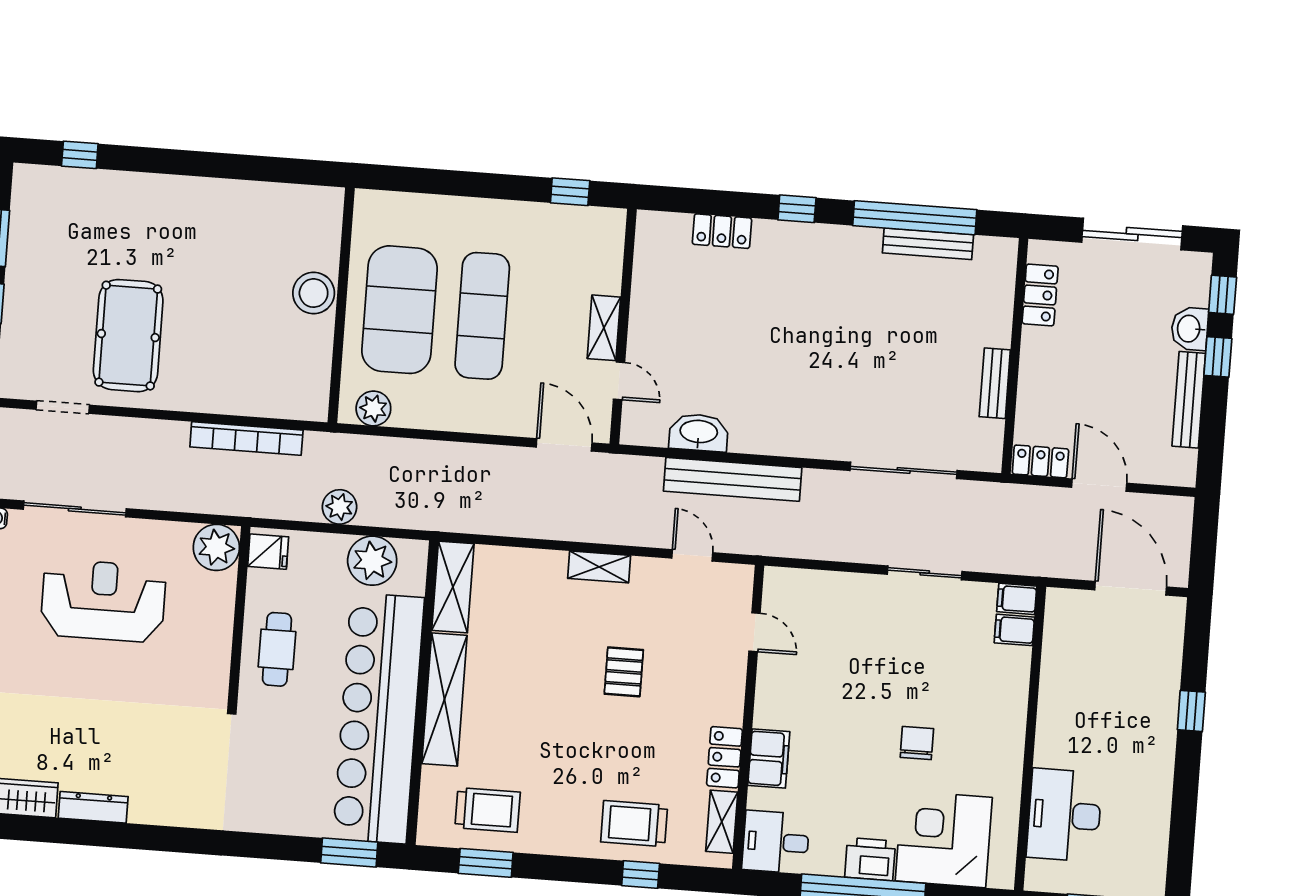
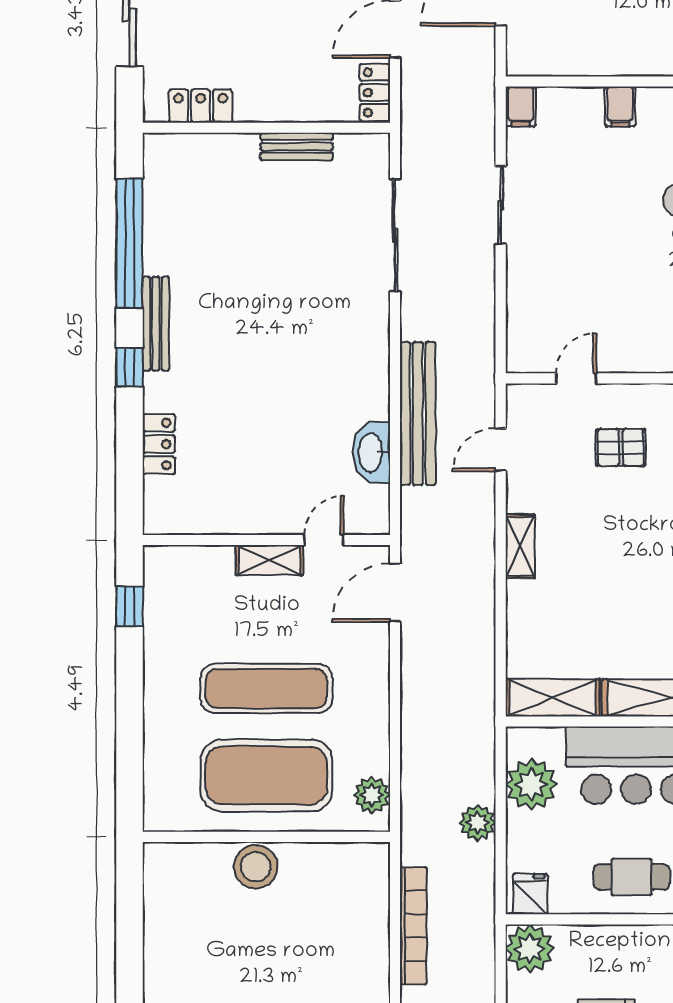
bench: (928, 244) -> (156, 324), moved
filing cabinet: (1014, 630) -> (620, 107), moved
pallet: (624, 672) -> (621, 448), moved

